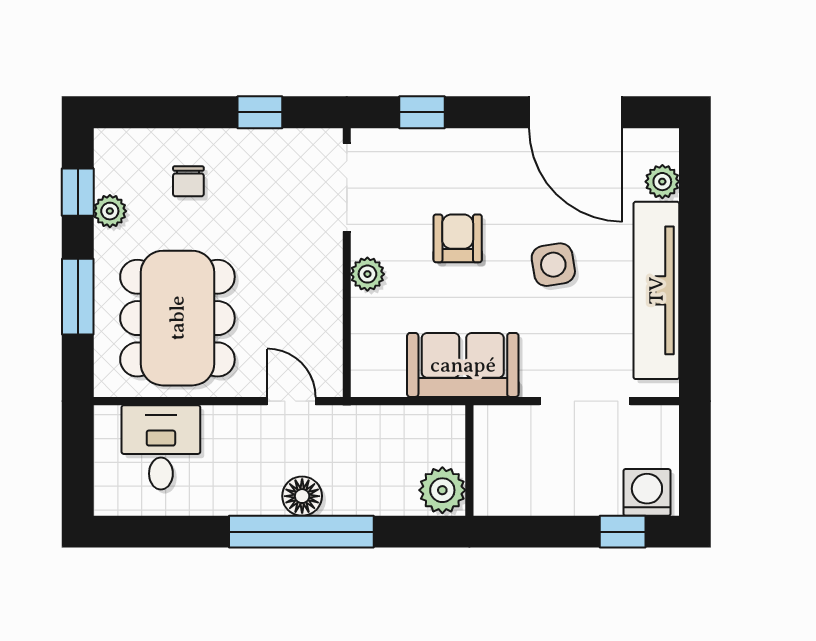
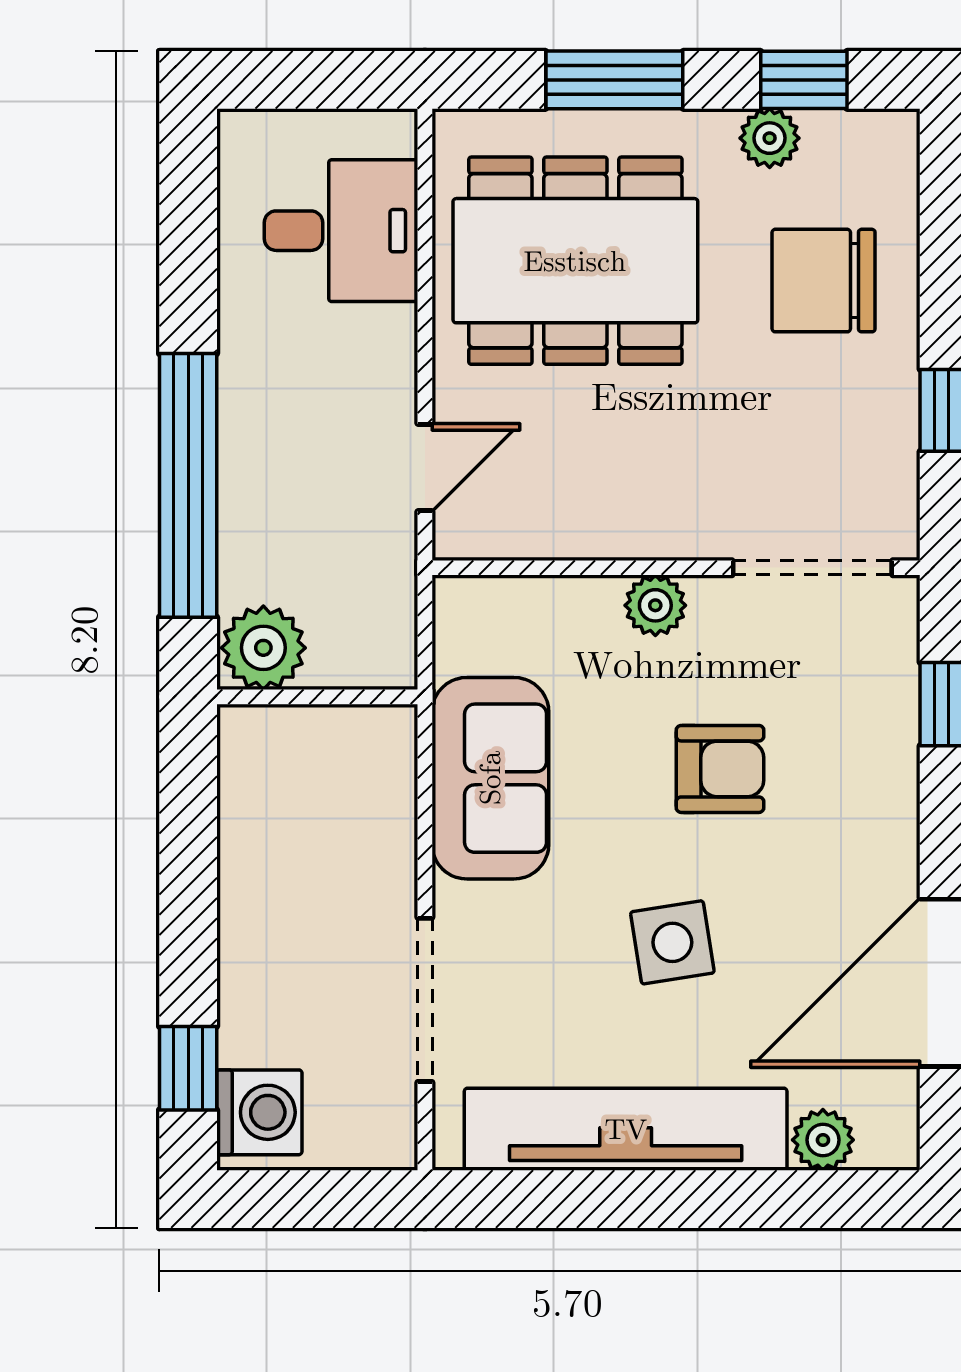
chair: (188, 181) -> (824, 281), width x1.87, depth x1.87
wall: (469, 460) -> (317, 697), moved
plant: (442, 490) -> (263, 648), moved
floor lamp: (302, 496) -> (253, 487), removed

